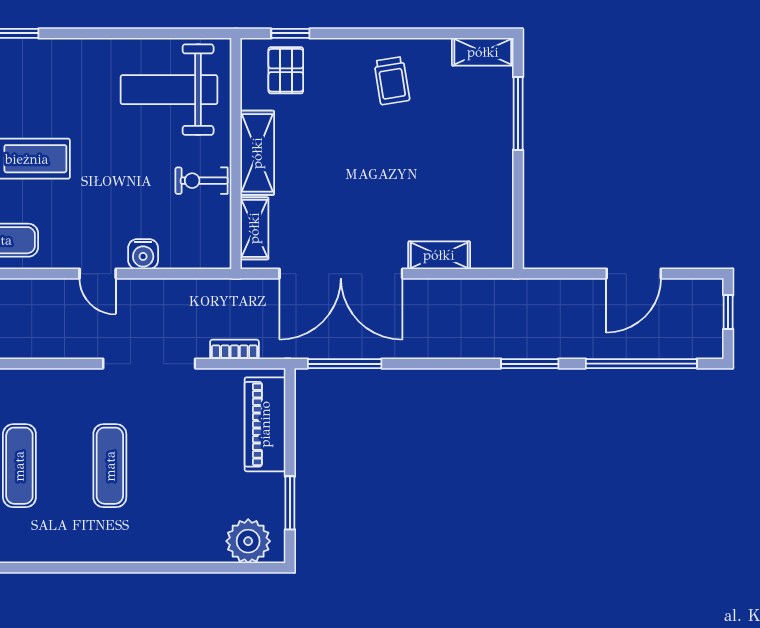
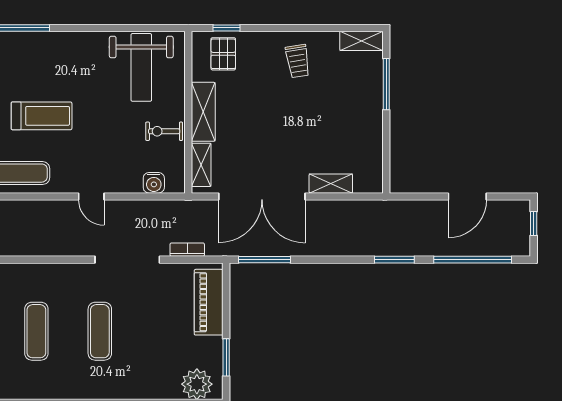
weight bench: (169, 90) -> (141, 67), turned -90
water cooler: (143, 254) -> (154, 183), moved

